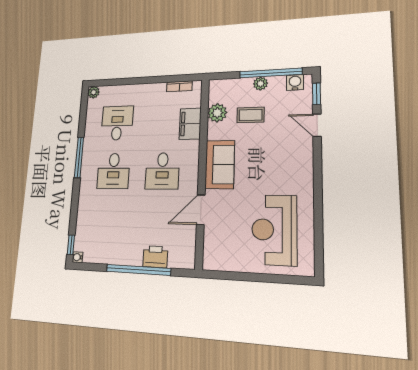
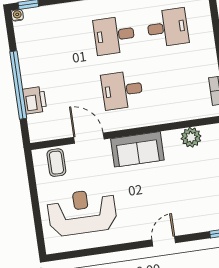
coffee table: (251, 115) -> (56, 163), moved
filing cabinet: (190, 124) -> (176, 111), removed
door: (317, 125) -> (164, 241), moved

